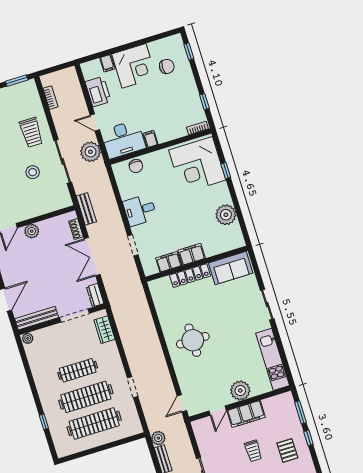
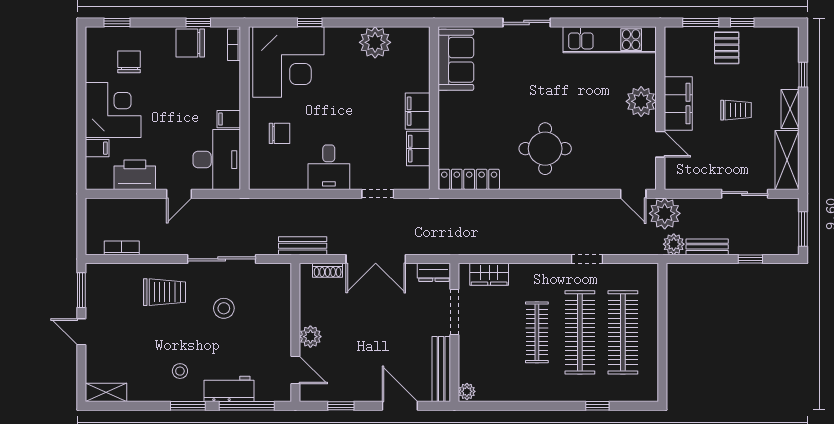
chair: (190, 101) -> (190, 43), added
plant: (91, 152) -> (665, 213), moved
chair: (136, 166) -> (280, 133), moved
locker: (190, 276) -> (469, 179), moved, turned -90
pallet: (287, 450) -> (727, 48), moved, turned 90

